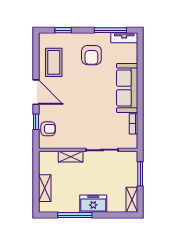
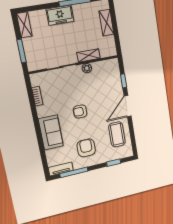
sofa: (127, 88) -> (51, 132), width x0.73
door: (36, 92) -> (128, 106), hinge flipped
armchair: (48, 129) -> (80, 112), moved
plant: (75, 143) -> (87, 68), added

